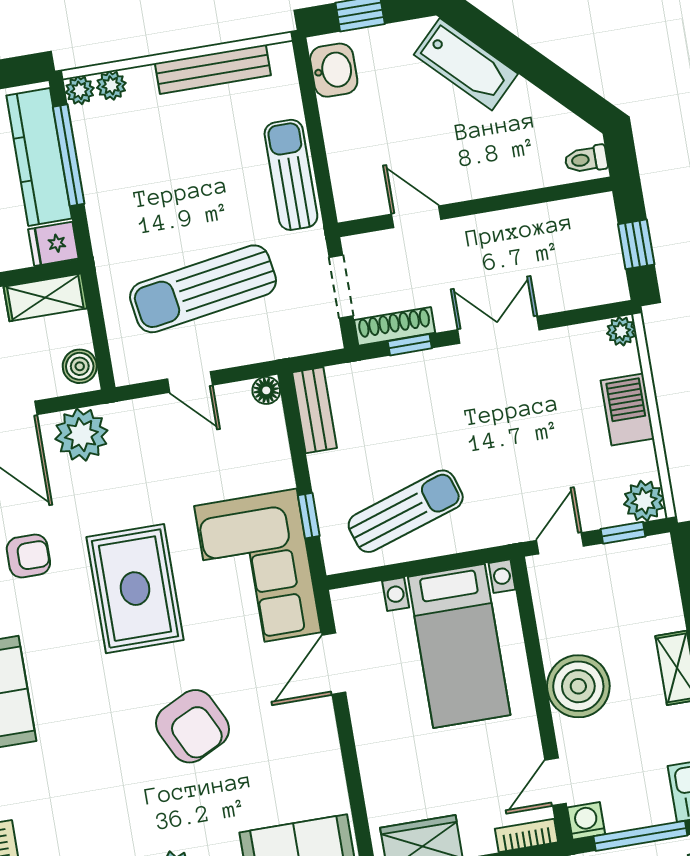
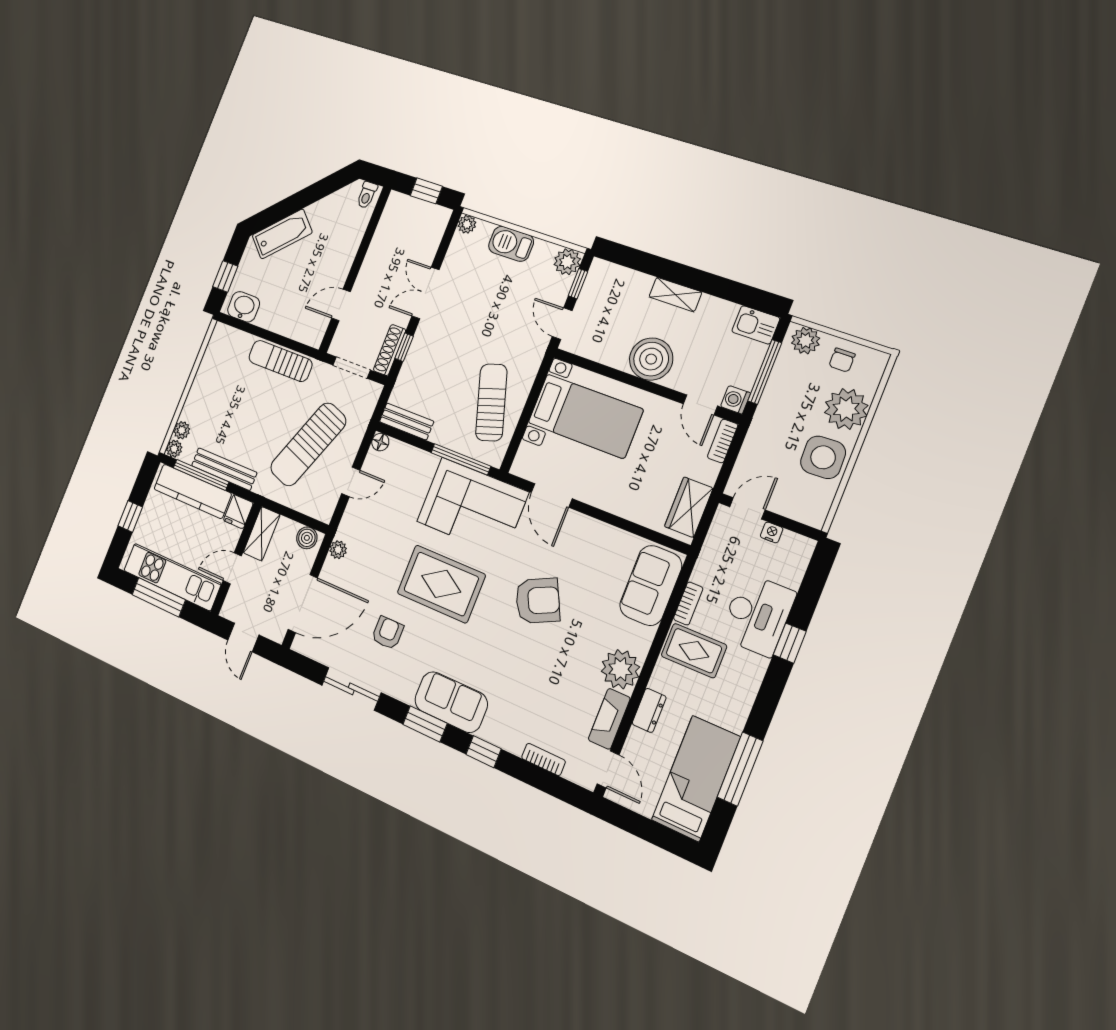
bench: (213, 69) -> (224, 469), moved, turned 90
sun lounger: (203, 289) -> (308, 444), turned 30
plant: (81, 435) -> (338, 550), width x0.53, depth x0.53
window: (309, 516) -> (461, 459), width x2.17

